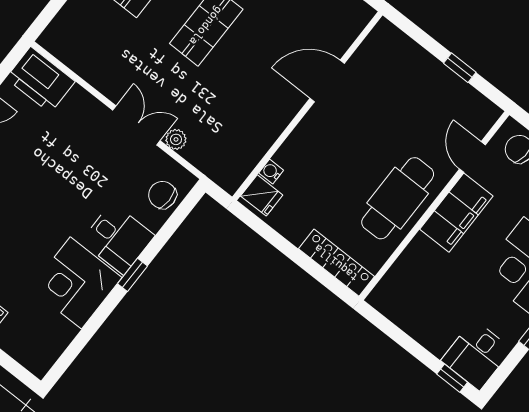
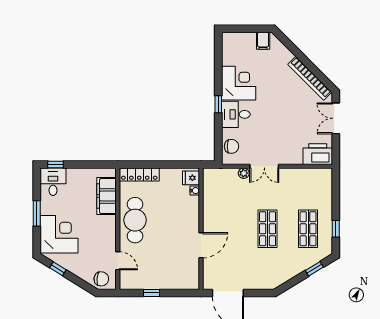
filing cabinet: (456, 213) -> (107, 196), moved

